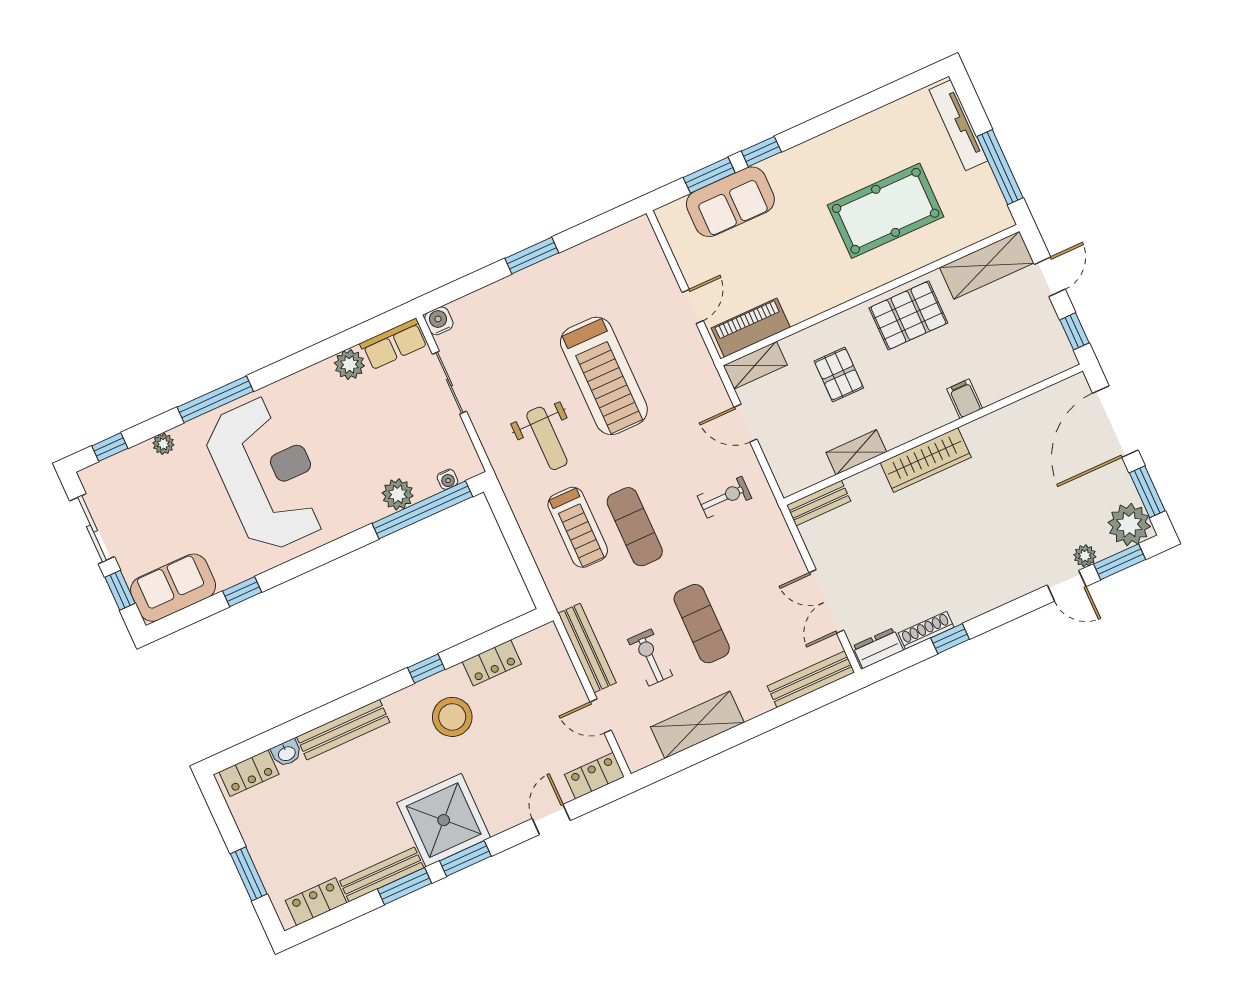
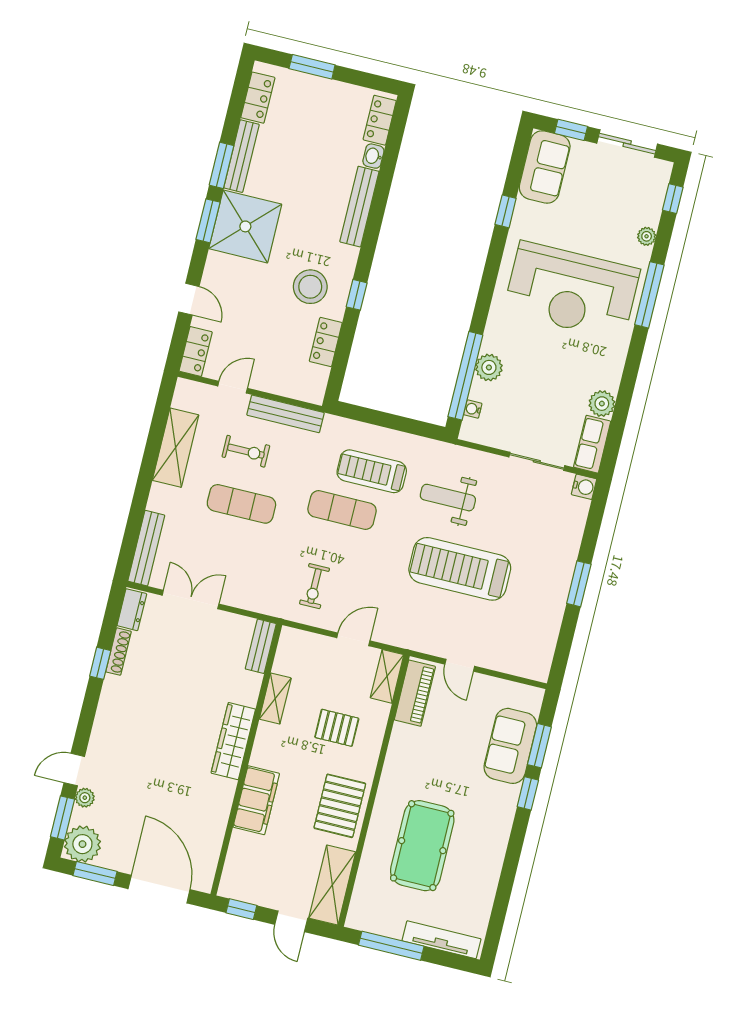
filing cabinet: (965, 399) -> (256, 800), width x3.00, depth x1.17

